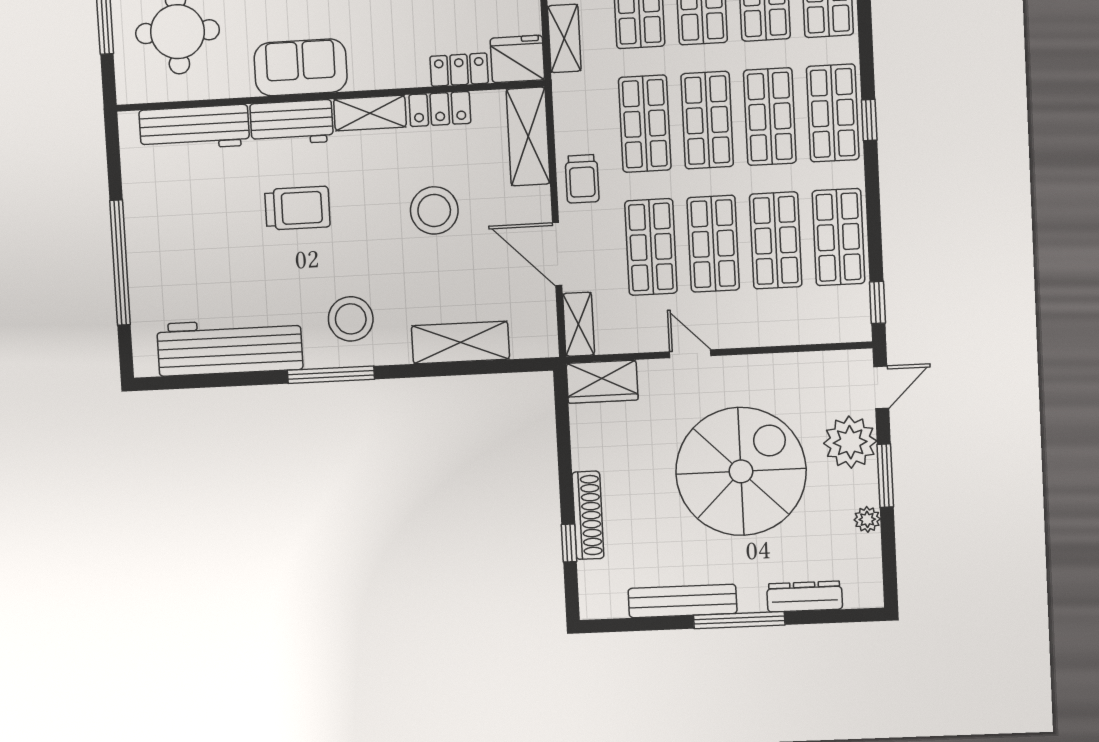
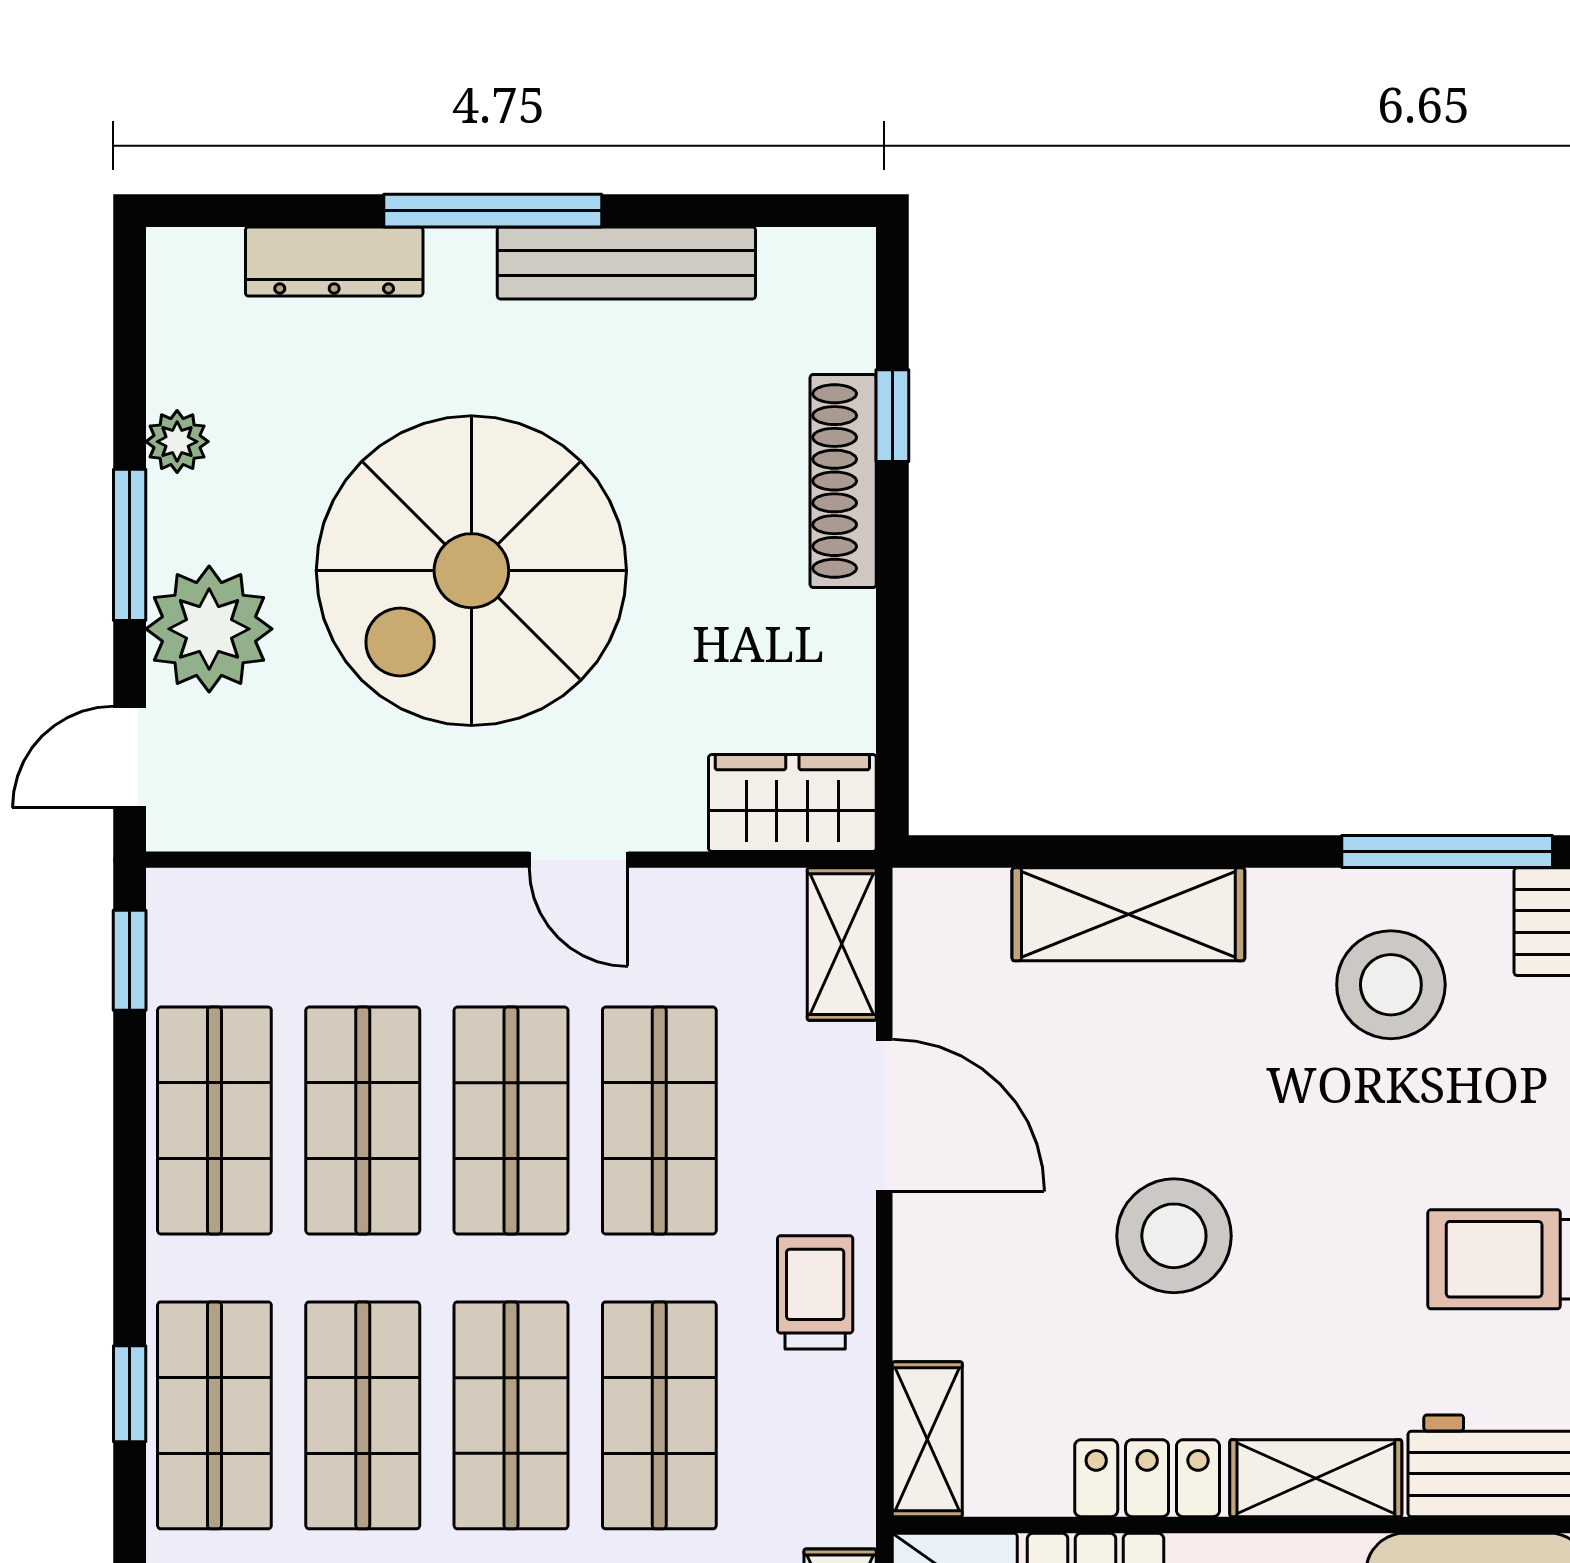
shelving: (528, 136) -> (927, 1439), width x0.67, depth x0.75

